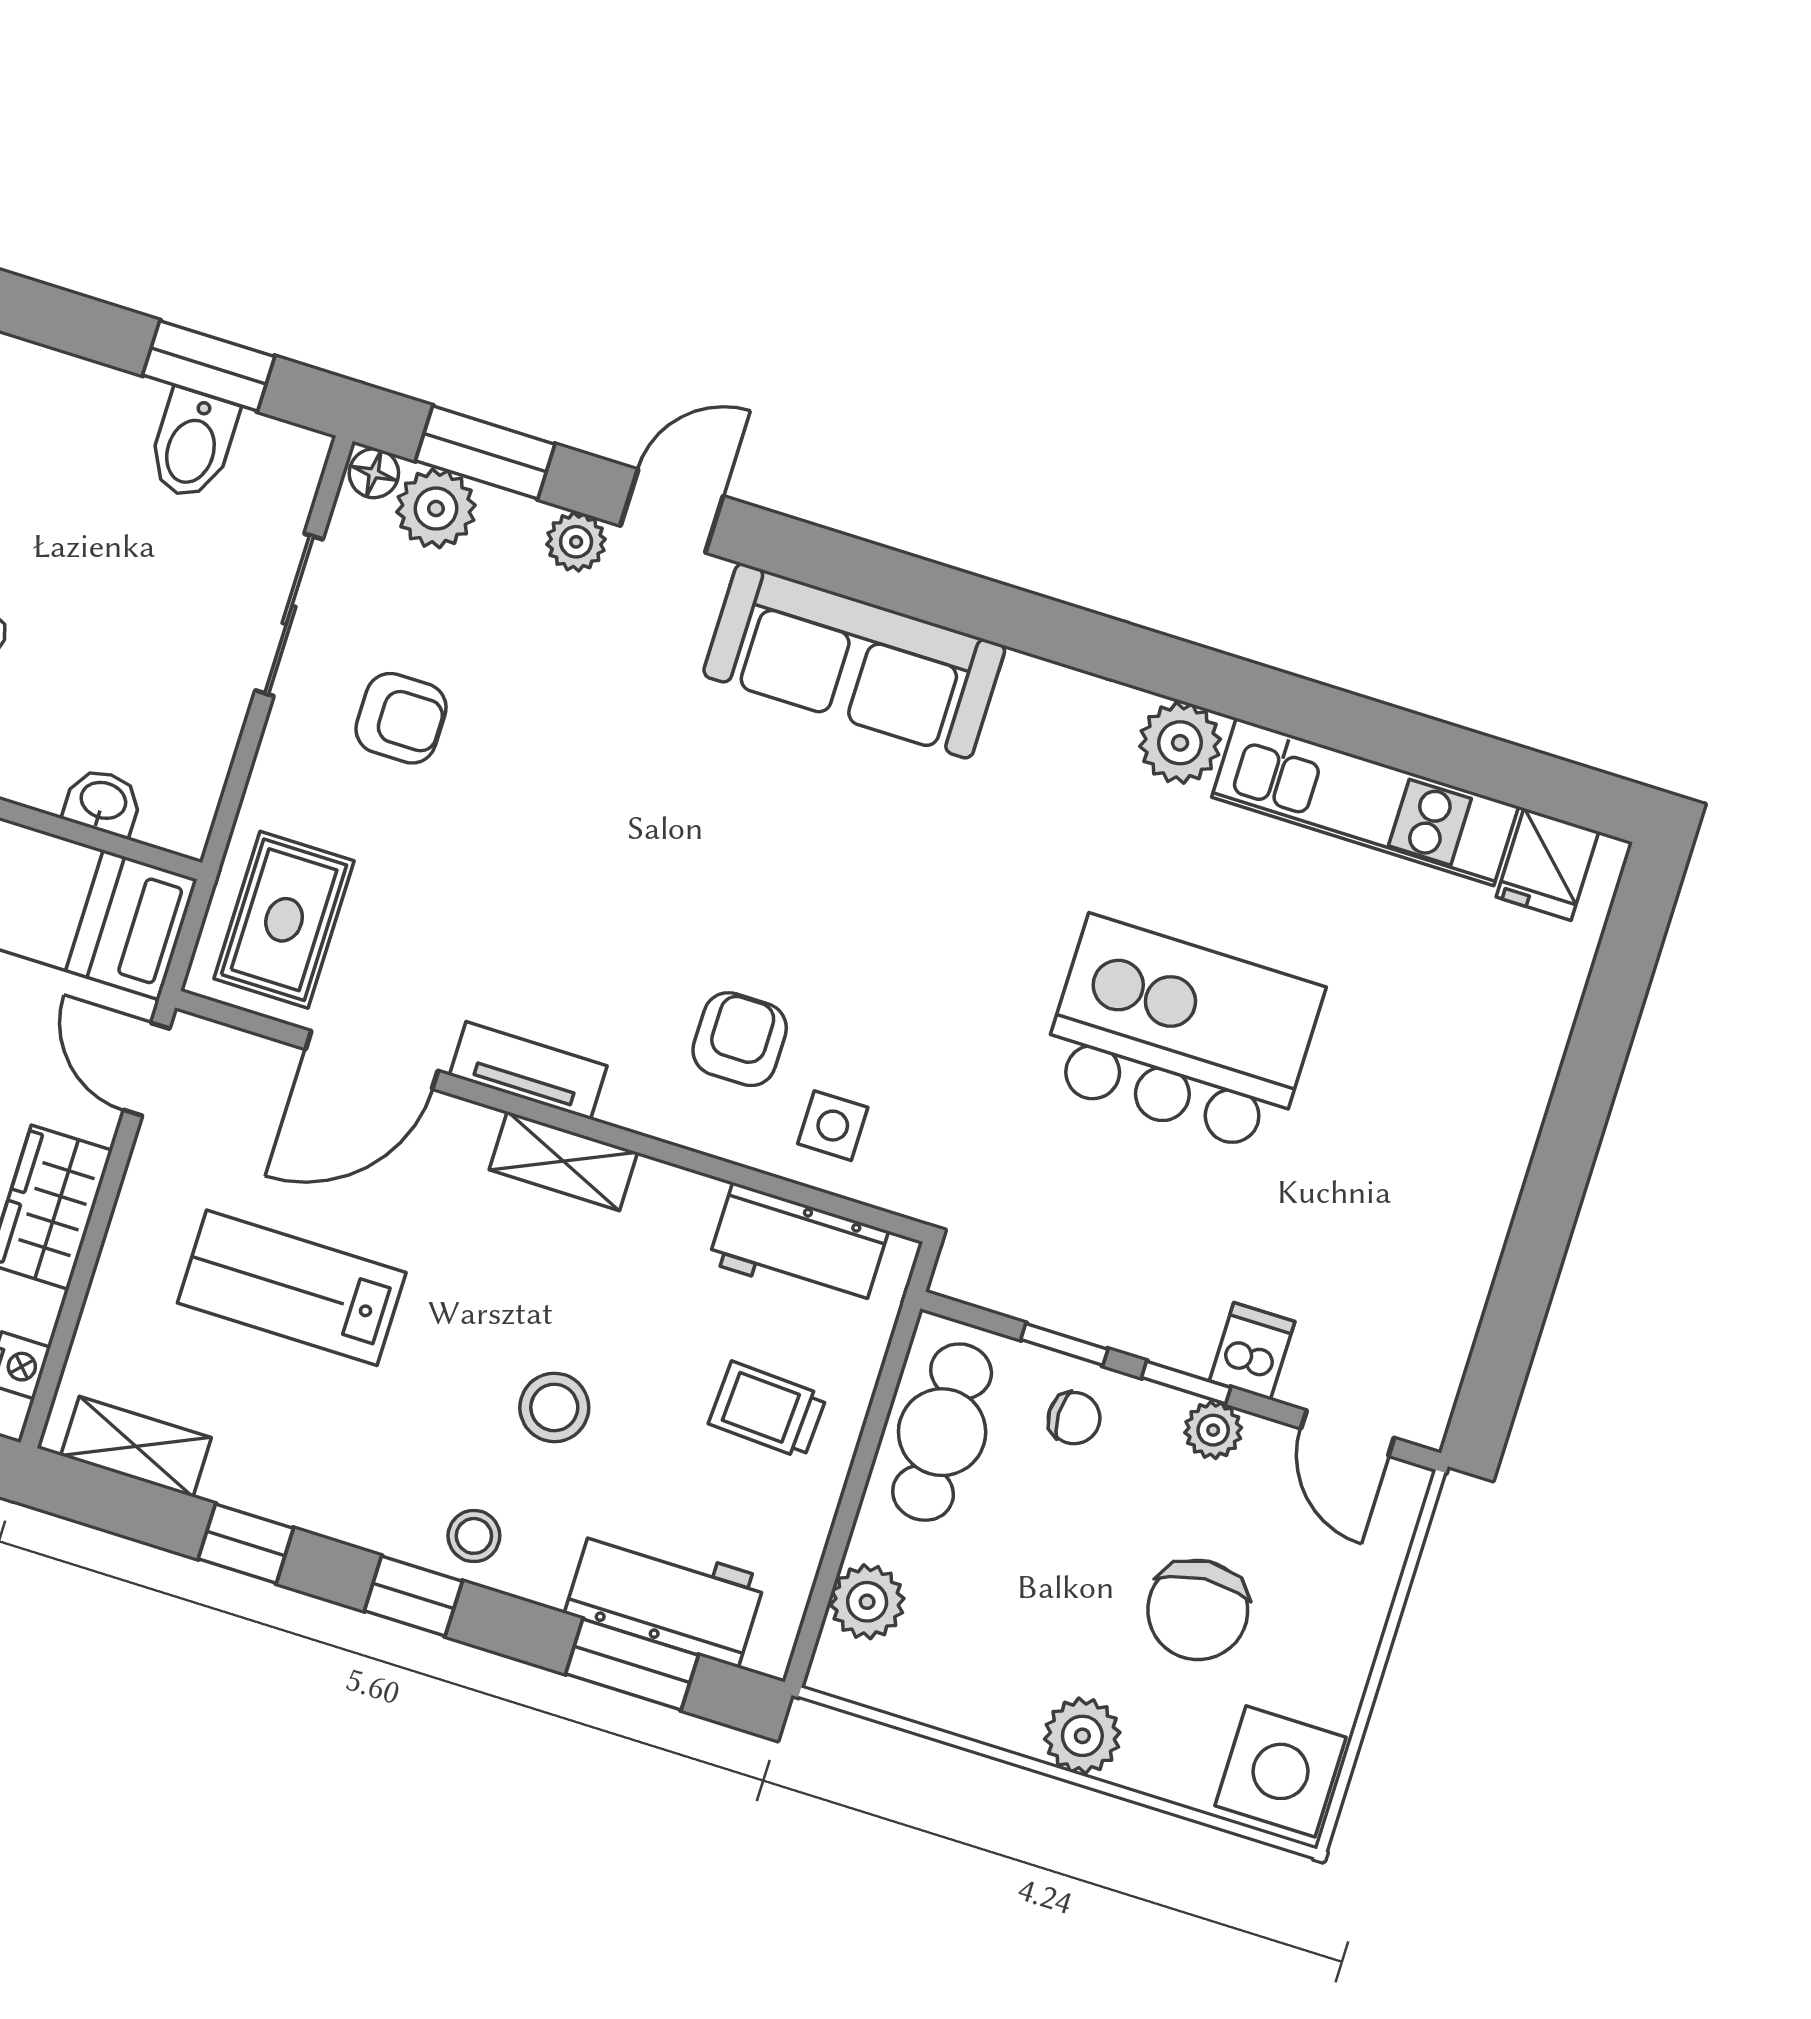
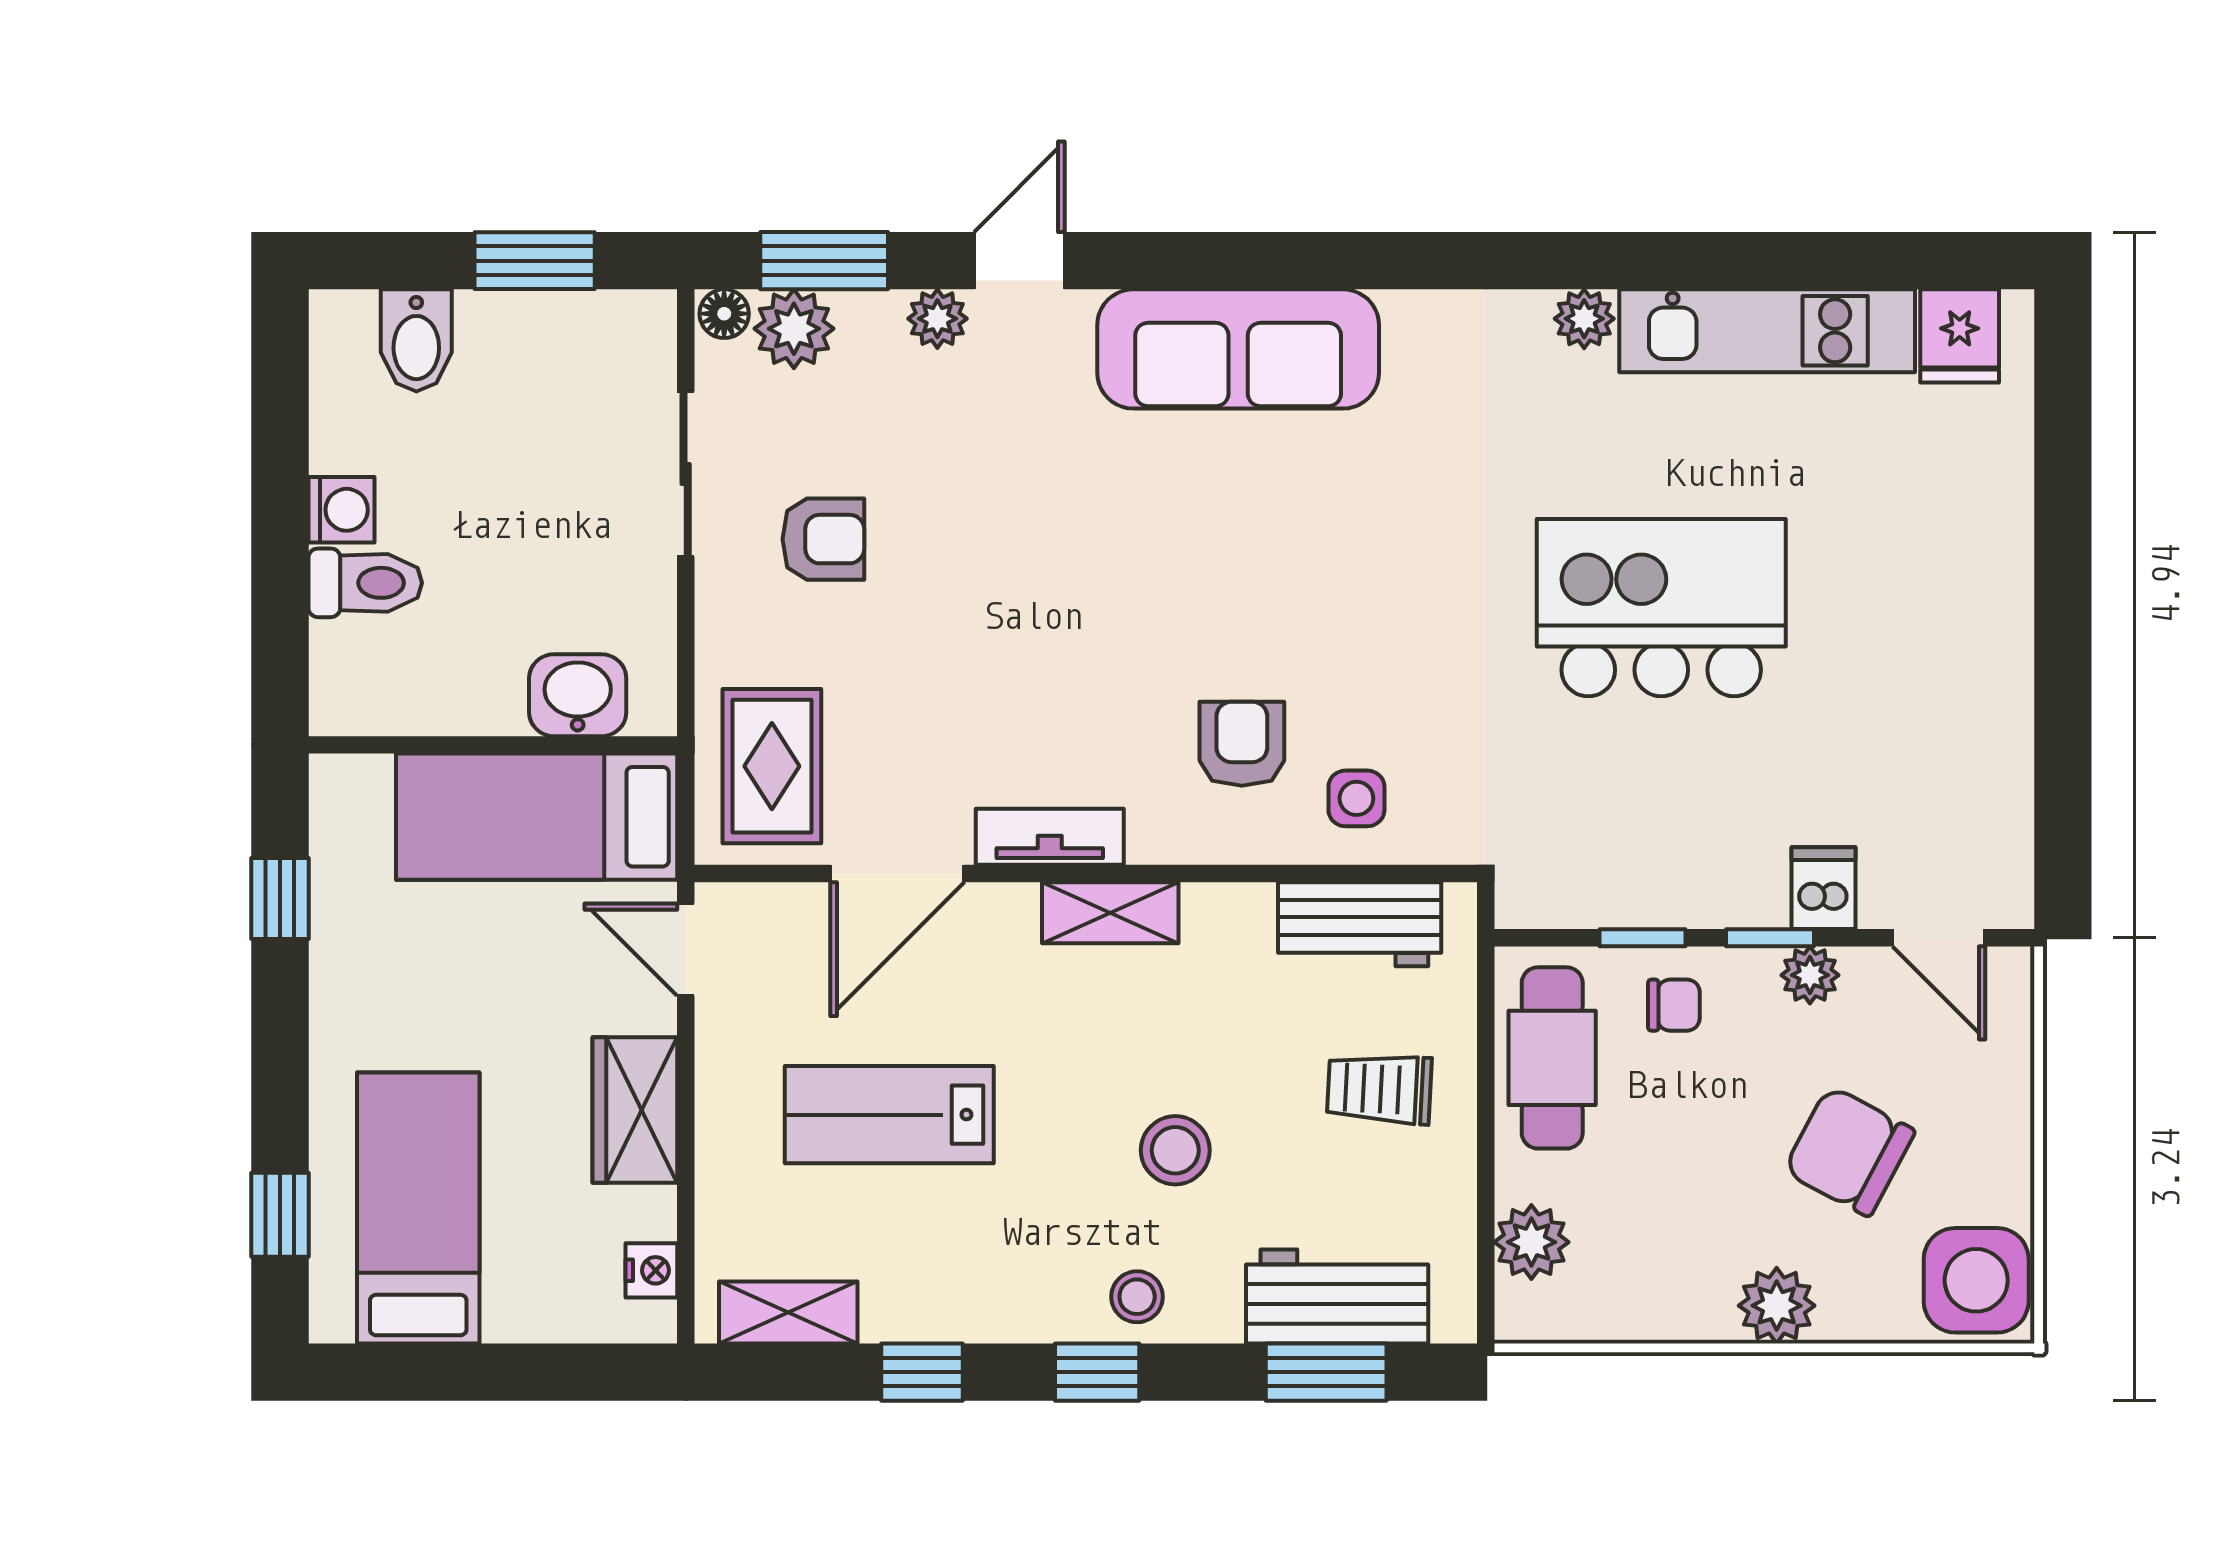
bidet: (193, 444) -> (416, 340), moved
plant: (1180, 743) -> (1584, 319), width x0.73, depth x0.73
washbasin: (103, 802) -> (578, 695), width x1.38, depth x1.45
chair: (1198, 1610) -> (1849, 1151), turned 122

